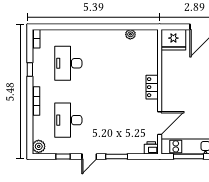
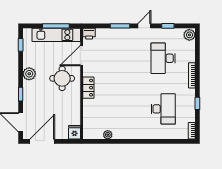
fridge: (173, 40) -> (75, 132), width x0.53, depth x0.75
round table: (182, 98) -> (62, 78), added
desk: (68, 120) -> (163, 58), turned 180

